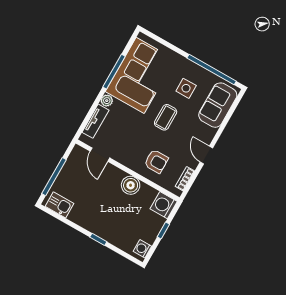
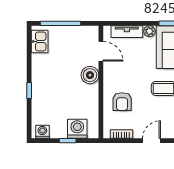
door: (100, 155) -> (101, 51), swing flipped
boiler: (131, 185) -> (90, 75), moved
washing machine: (164, 205) -> (77, 129), moved

